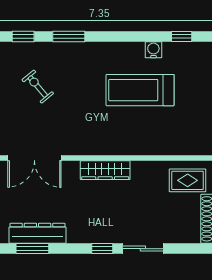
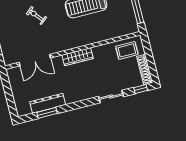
exercise bike: (38, 87) -> (36, 16), moved
window: (102, 249) -> (141, 89), moved

